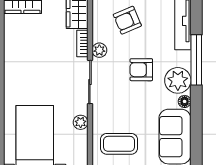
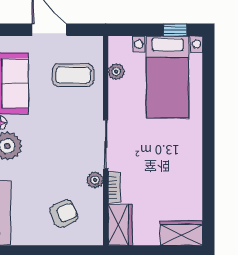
armchair: (141, 70) -> (48, 158), removed
plant: (81, 122) -> (116, 72), moved

